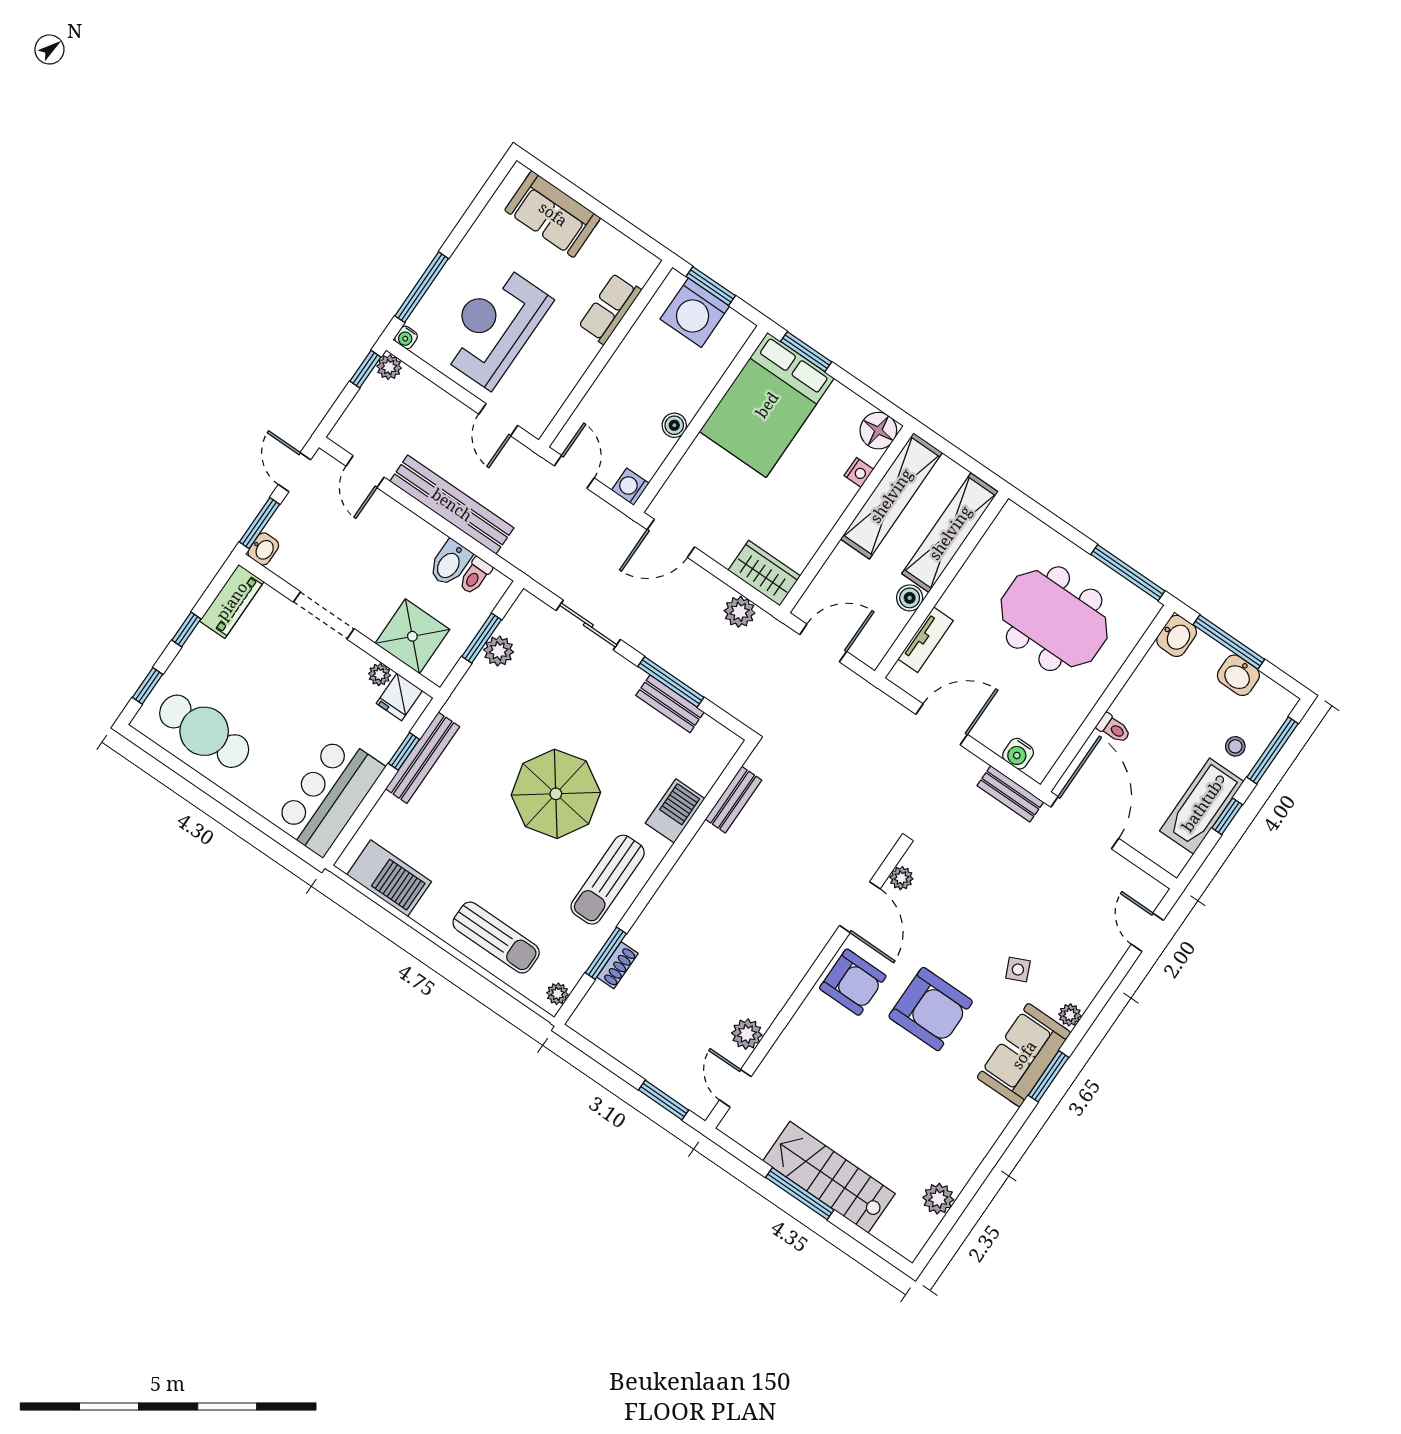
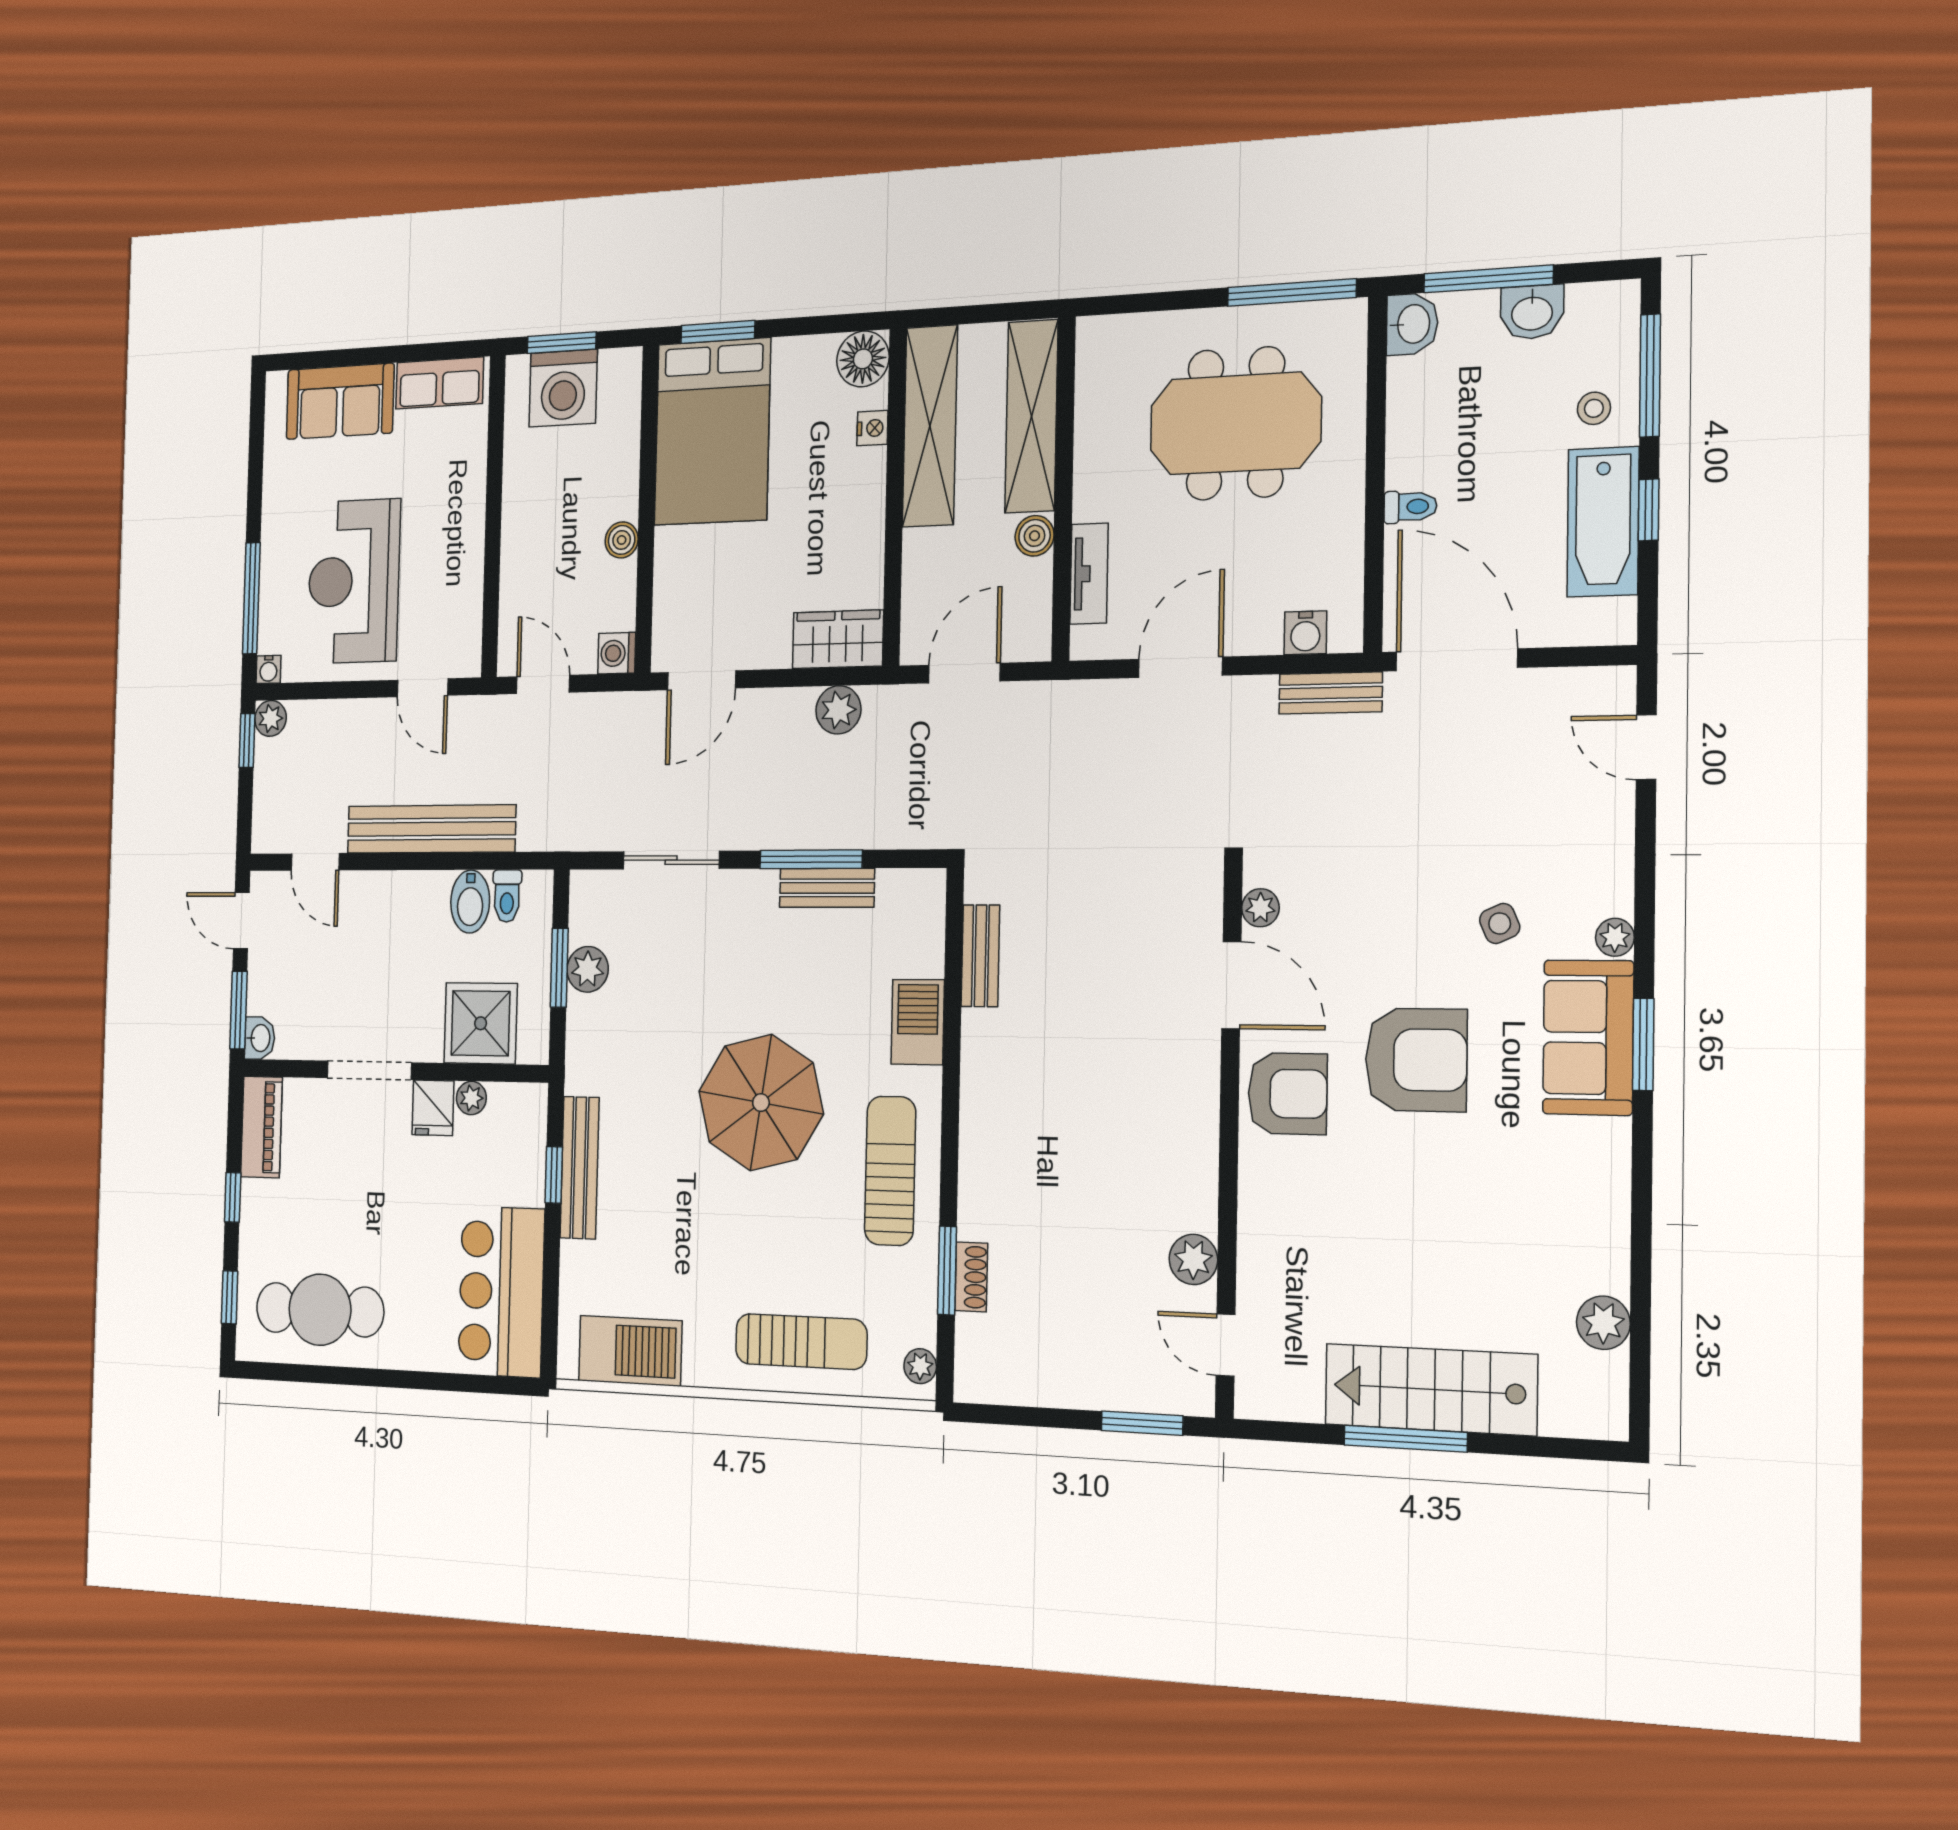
row of seats: (610, 309) -> (440, 383), moved, turned -90
fridge: (399, 697) -> (433, 1108), moved
sun lounger: (608, 880) -> (890, 1171), turned 180

